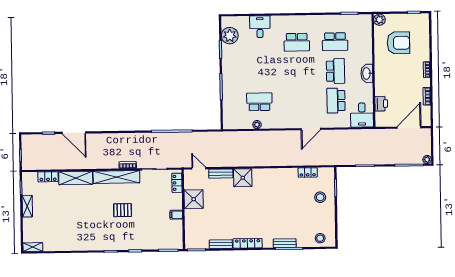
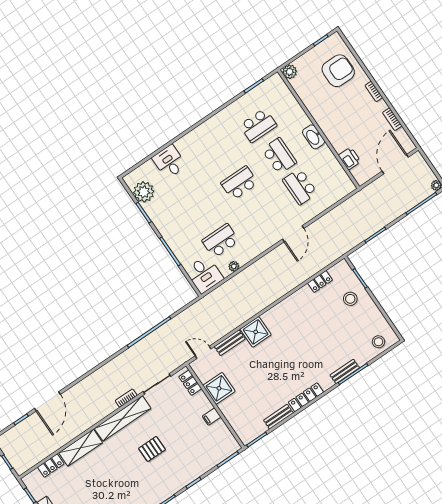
school desk: (297, 42) -> (239, 183), moved, turned 180
armchair: (398, 43) -> (338, 71), moved
desk: (362, 115) -> (204, 274), moved
door: (74, 133) -> (47, 401), hinge flipped

